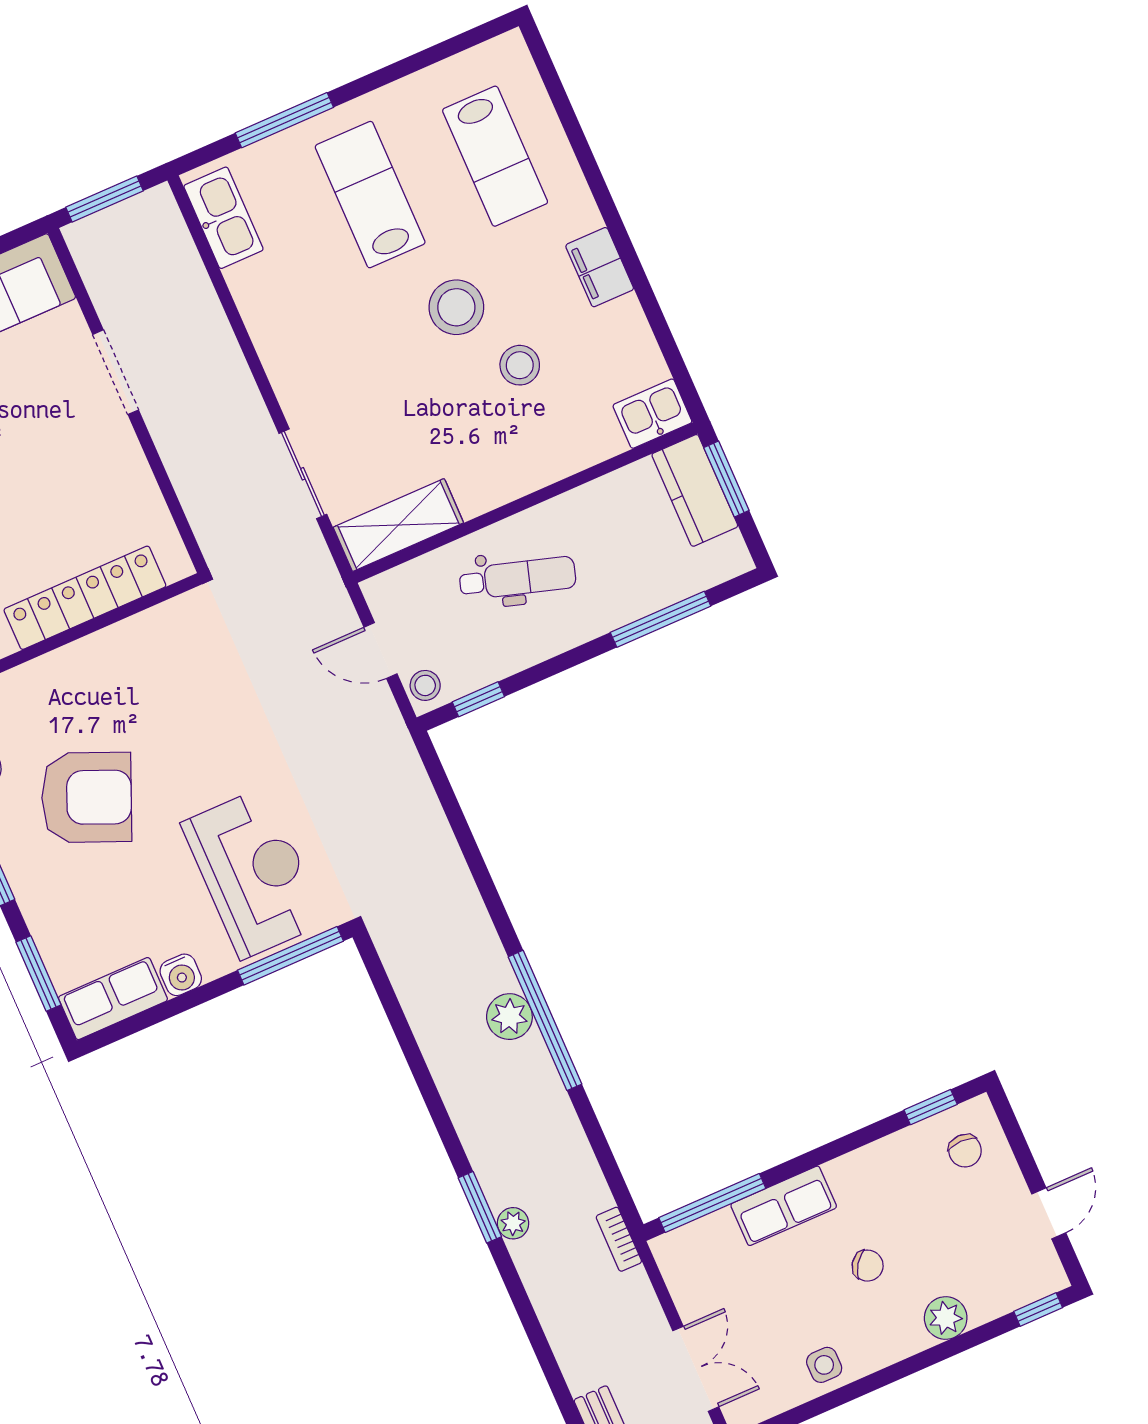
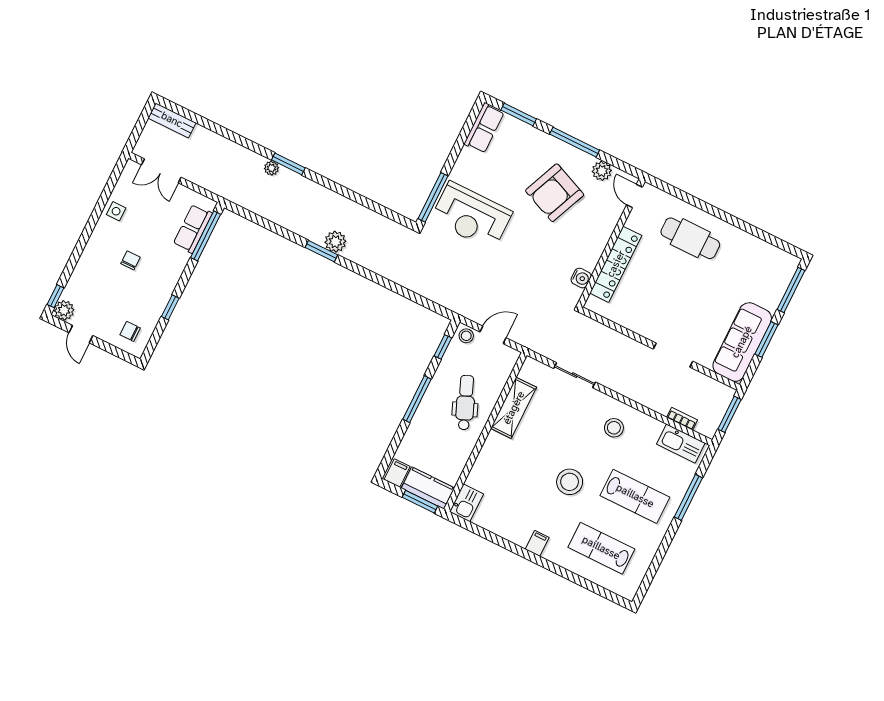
filing cabinet: (600, 267) -> (537, 543), width x0.50
stool: (520, 365) -> (614, 428), moved
shelving: (398, 525) -> (514, 408), moved
filing cabinet: (725, 557) -> (397, 473), added
dental chair: (518, 578) -> (465, 403), turned 141
window: (661, 619) -> (417, 399), moved
water cooler: (181, 975) -> (581, 278), moved, turned 180
window: (545, 1020) -> (321, 251), width x0.47
window: (931, 1107) -> (170, 307), moved
row of seats: (784, 1206) -> (193, 229), moved
bookcase: (619, 1239) -> (682, 419), moved
chair: (868, 1266) -> (131, 260), turned 145
plant: (946, 1318) -> (64, 310), moved

